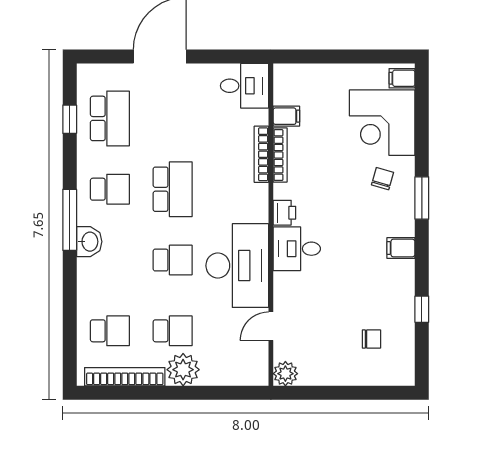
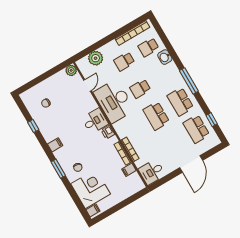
school desk: (110, 189) -> (180, 102), width x1.85
washbasin: (89, 242) -> (165, 57), moved
plant: (183, 370) -> (96, 58), moved

